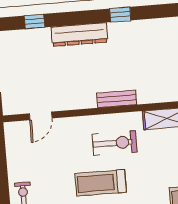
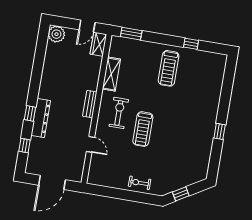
window: (120, 14) -> (30, 113), moved
door: (41, 116) -> (90, 144), moved

